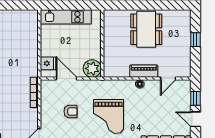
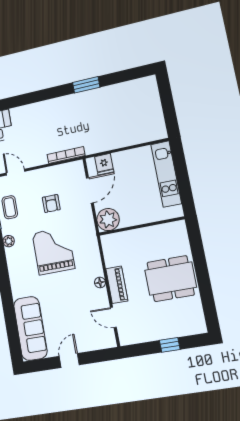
window: (195, 98) -> (95, 356), removed
grand piano: (109, 116) -> (53, 251), turned 90

